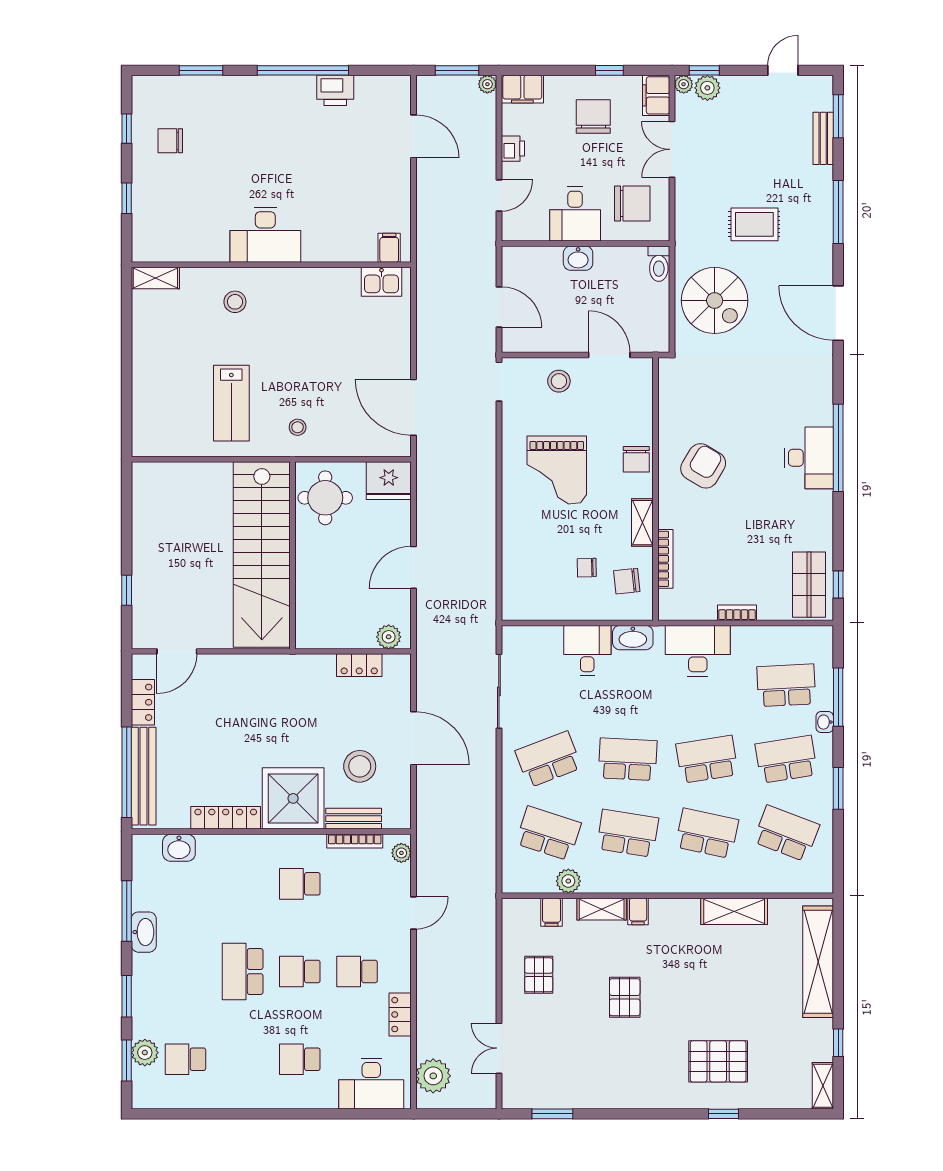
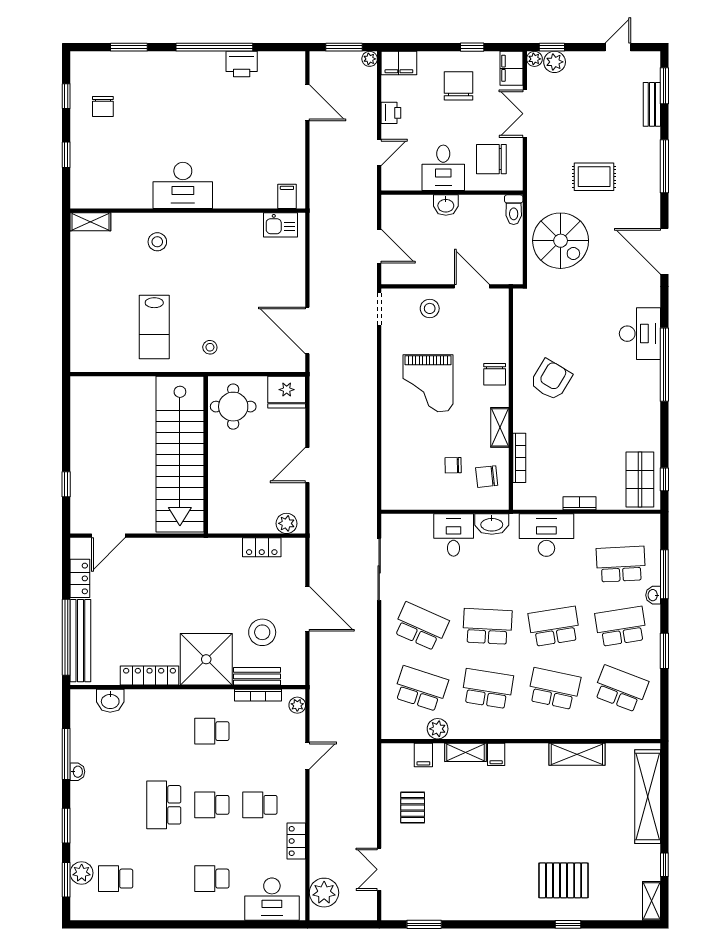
chair: (170, 141) -> (103, 106), turned -90
chair: (632, 203) -> (491, 159), turned 180
desk: (809, 458) -> (640, 334), moved
school desk: (548, 759) -> (421, 626), turned 45
washbasin: (144, 932) -> (77, 772), width x0.52, depth x0.69
pallet: (625, 997) -> (485, 826), removed

